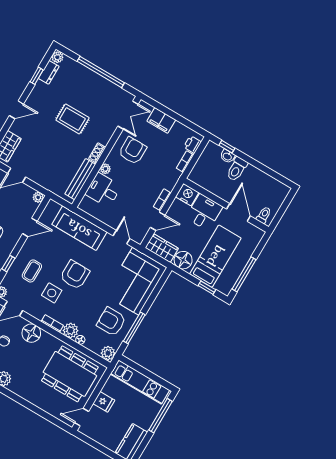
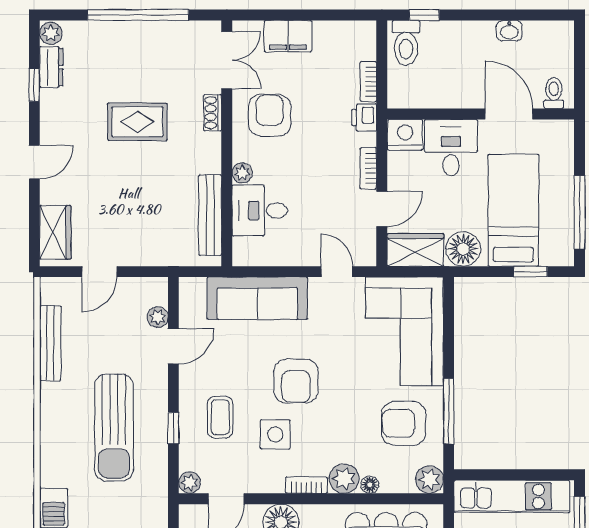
printer: (192, 144) -> (364, 118), moved
shoe rack: (97, 153) -> (213, 113), moved
washbasin: (227, 156) -> (509, 31), moved
toilet: (237, 169) -> (406, 43), moved
plant: (38, 197) -> (158, 317), moved
armchair: (75, 275) -> (296, 381), turned 180

